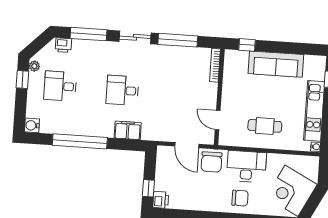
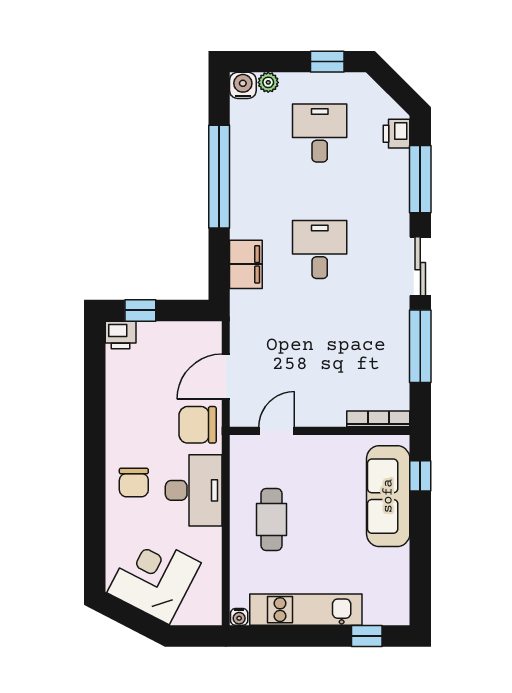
sofa: (276, 64) -> (388, 496), moved
plant: (34, 66) -> (268, 82), moved

